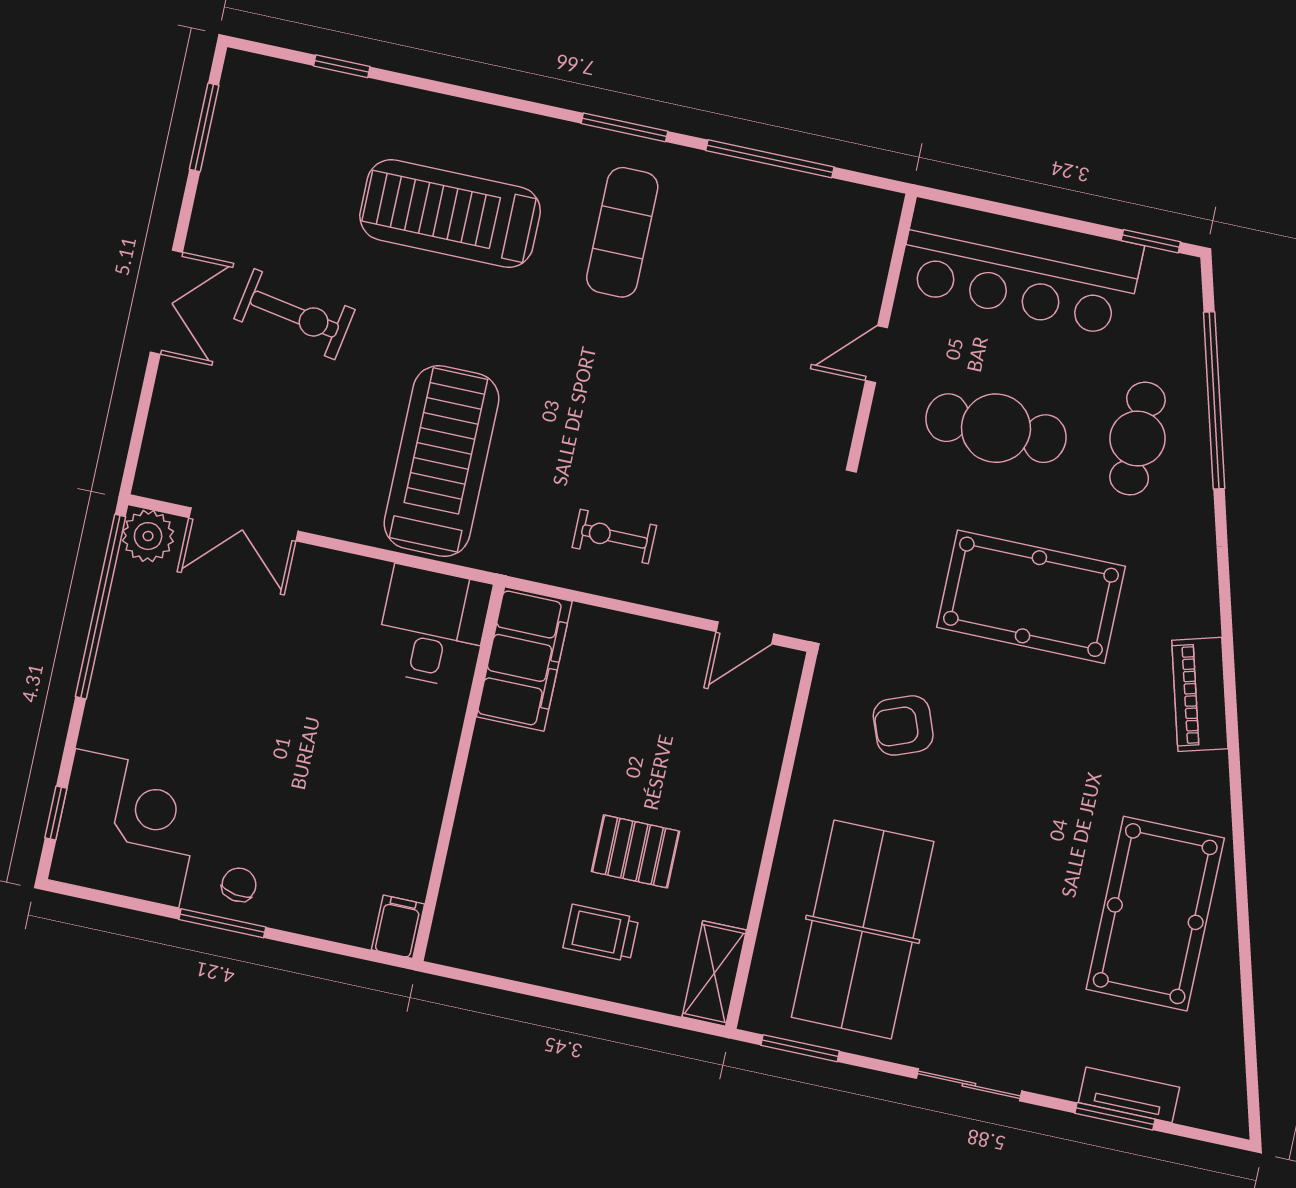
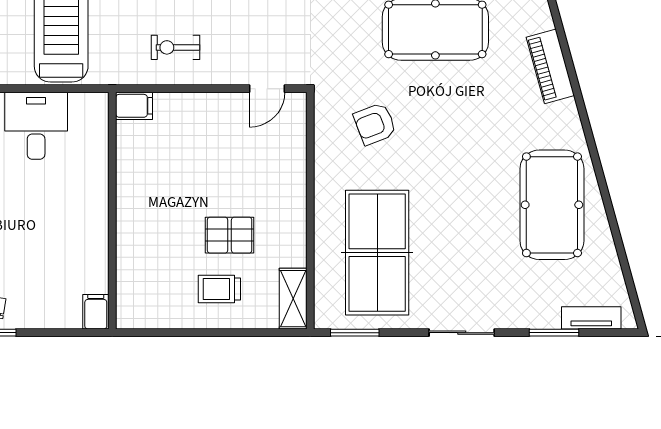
desk: (433, 627) -> (36, 126), moved
filing cabinet: (524, 659) -> (134, 106), width x0.33, depth x0.86
tv unit: (1129, 1095) -> (591, 318), moved

